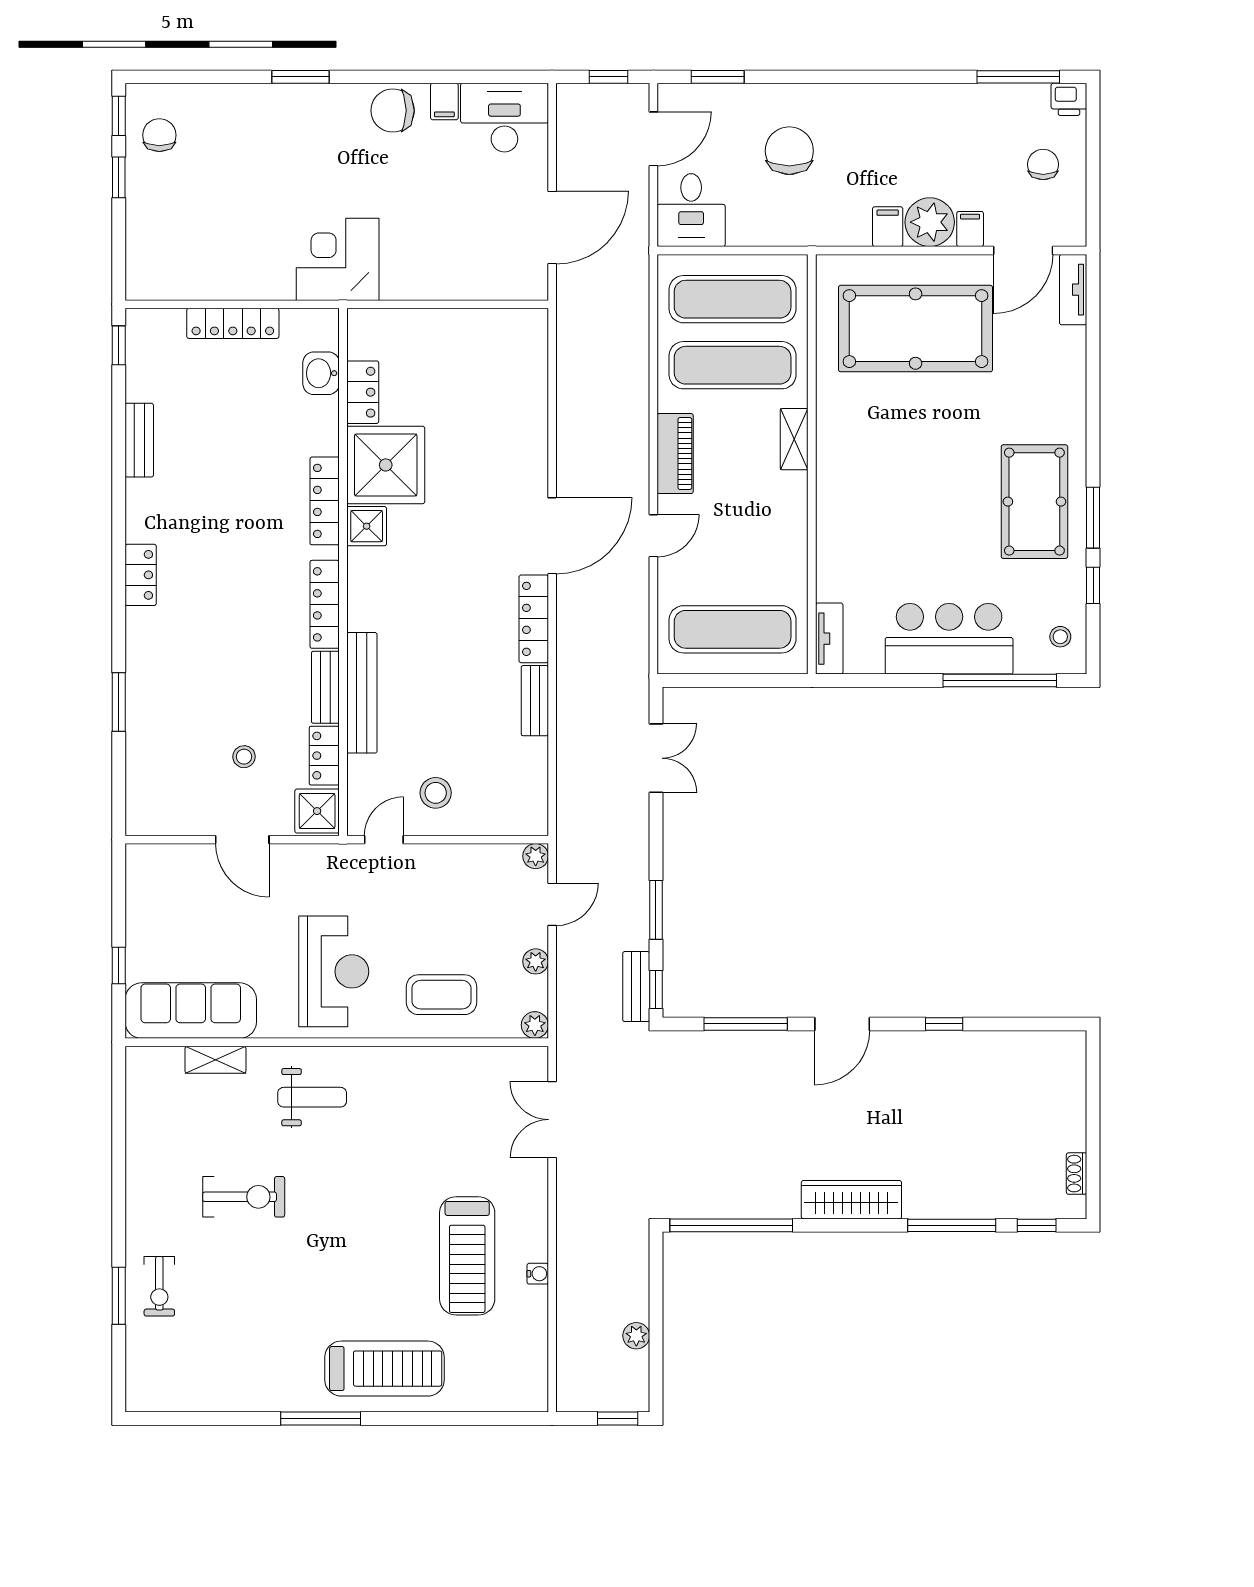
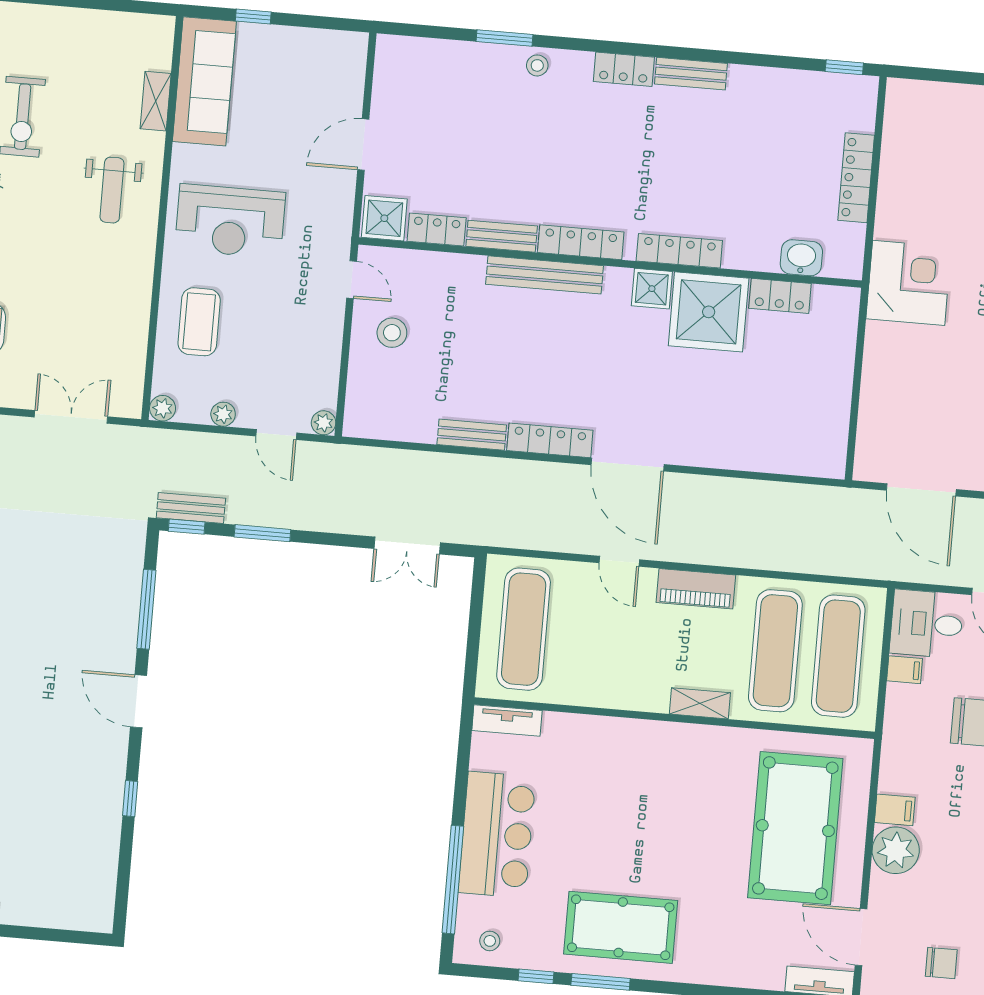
filing cabinet: (970, 229) -> (905, 670), moved
bench: (139, 440) -> (691, 74), moved
bench: (362, 693) -> (545, 275), moved
stool: (244, 757) -> (537, 65), moved

